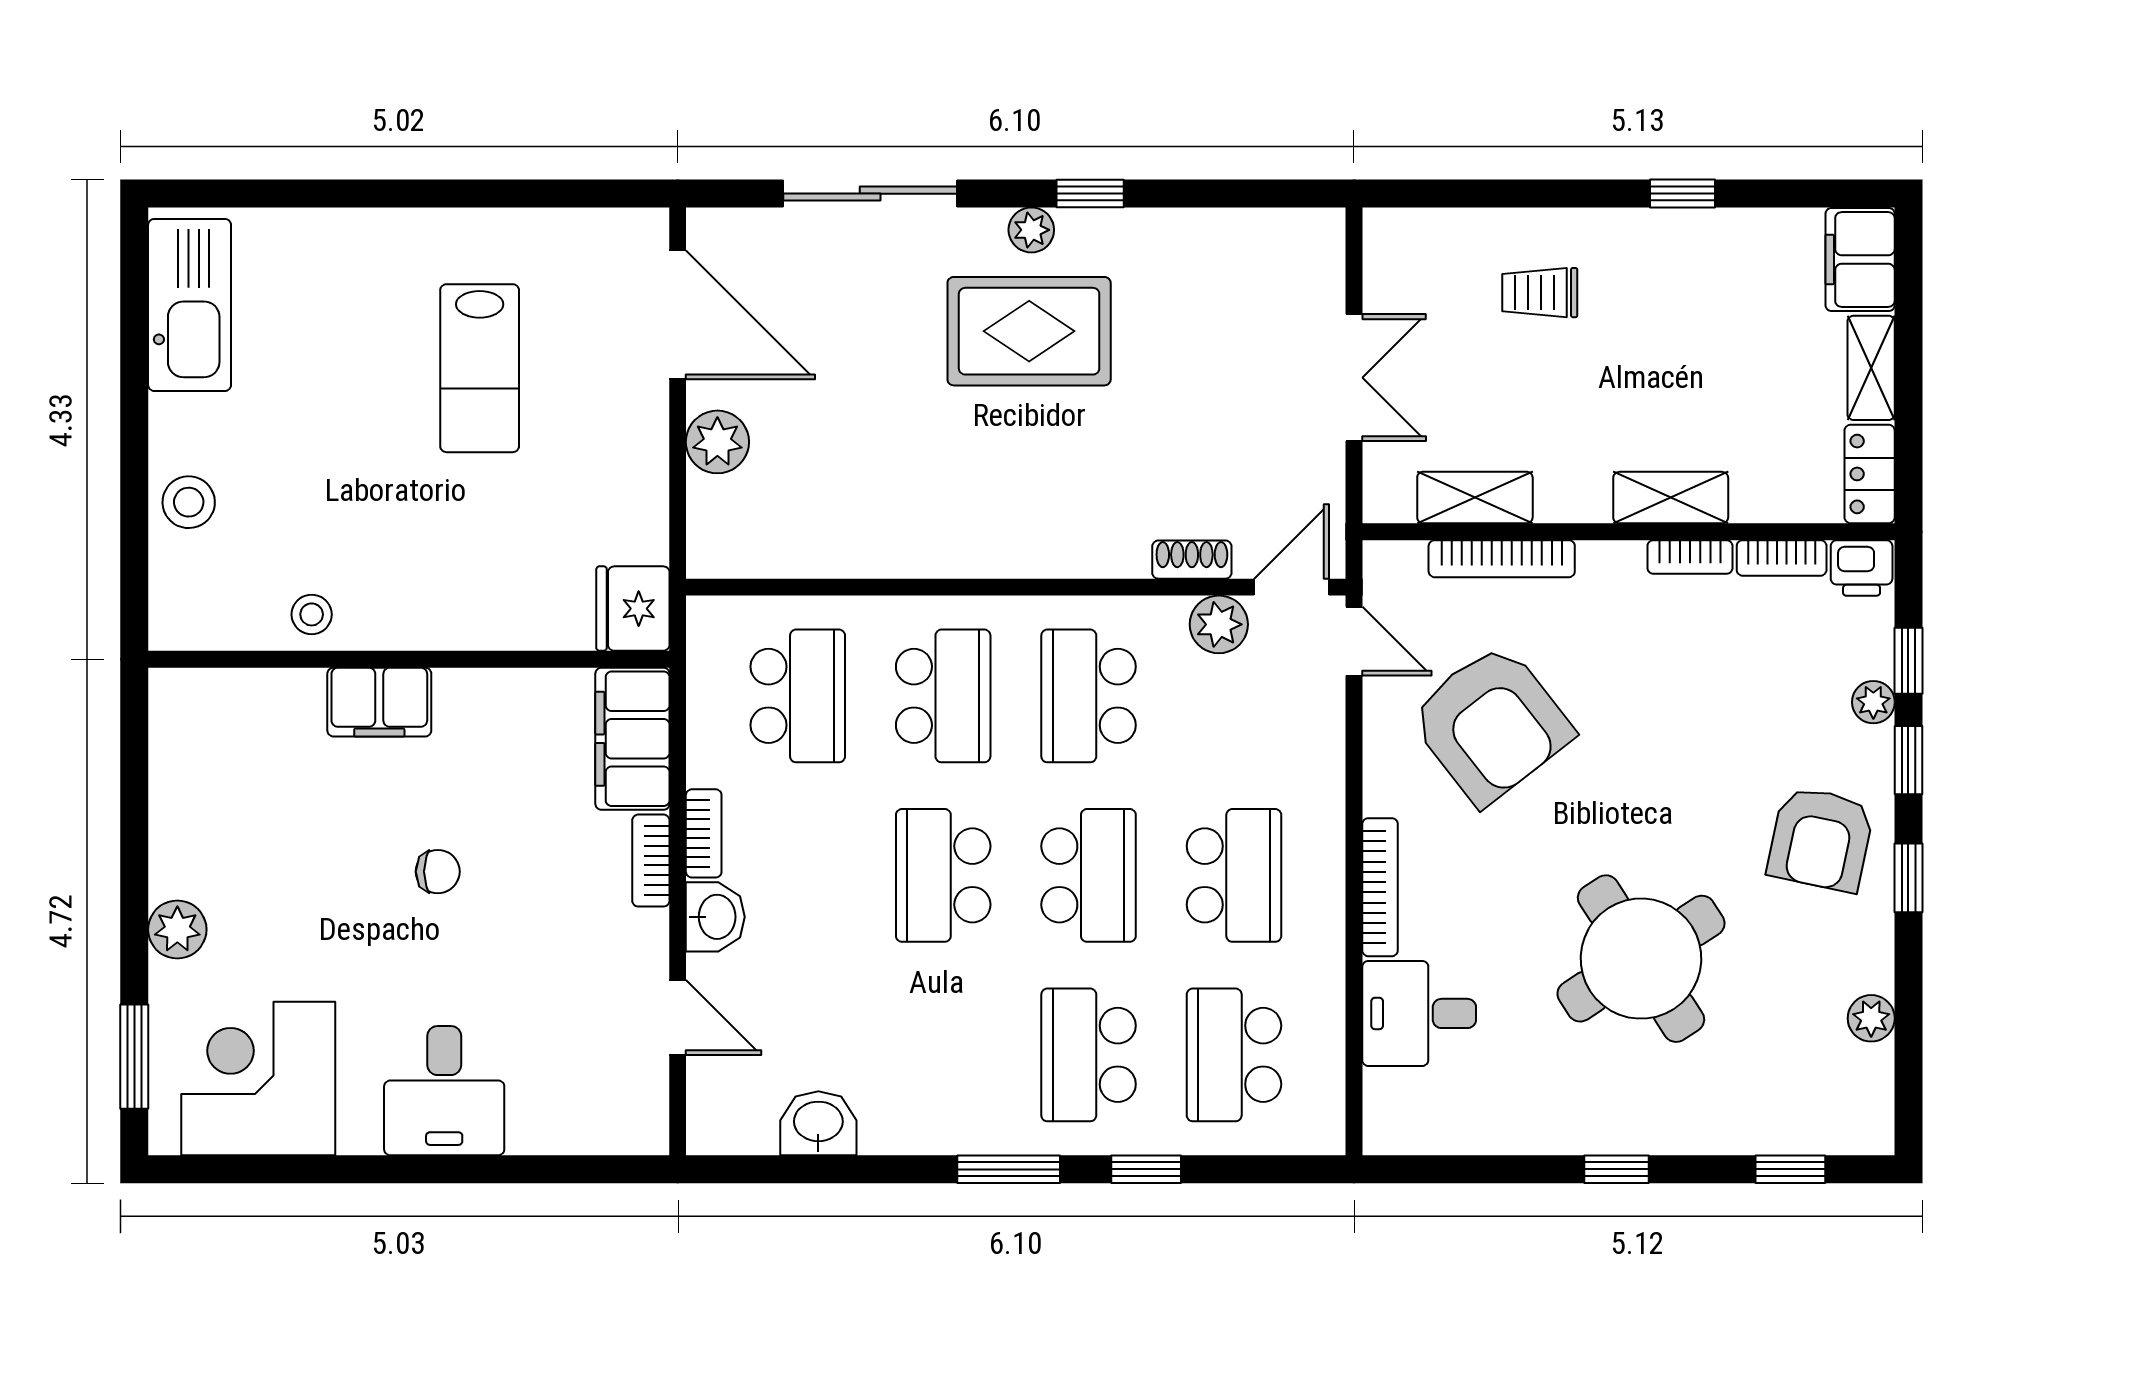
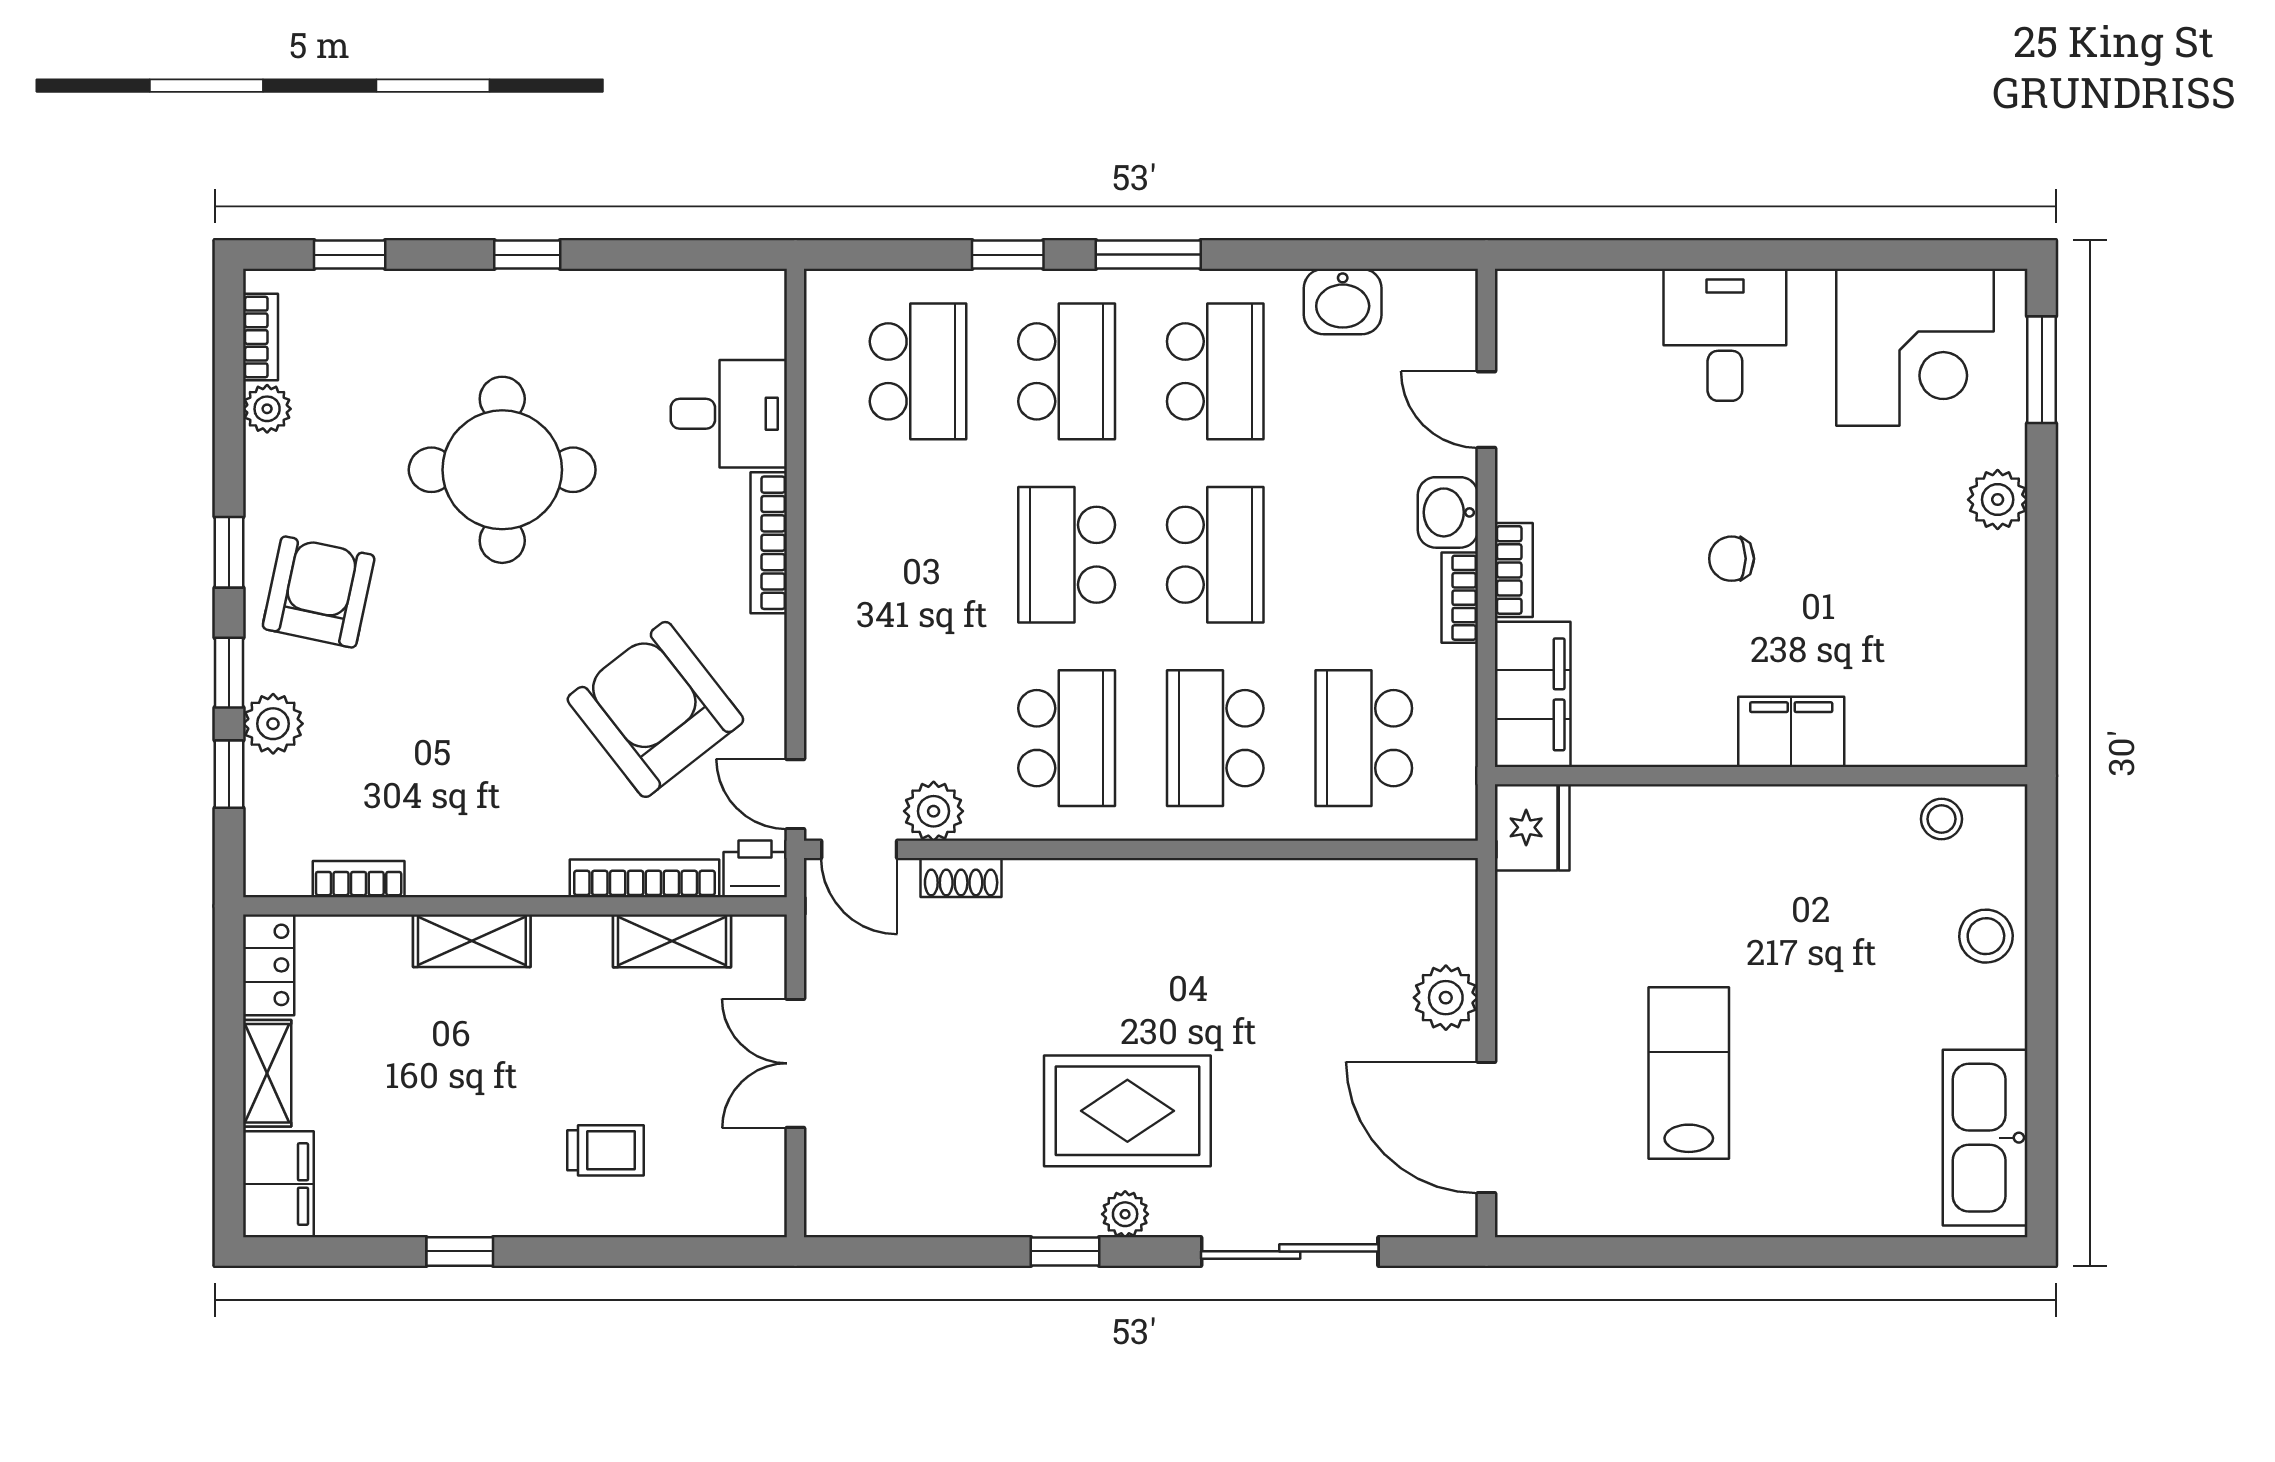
bookcase: (1690, 557) -> (260, 337), moved, turned 90
printer: (1862, 568) -> (755, 869), moved
door: (1292, 587) -> (859, 849), hinge flipped
stool: (312, 614) -> (1942, 819), moved
plant: (1873, 702) -> (273, 724), width x1.38, depth x1.38
school desk: (1234, 875) -> (1215, 371), moved, turned 180
round table: (1641, 959) -> (502, 470), turned 33

